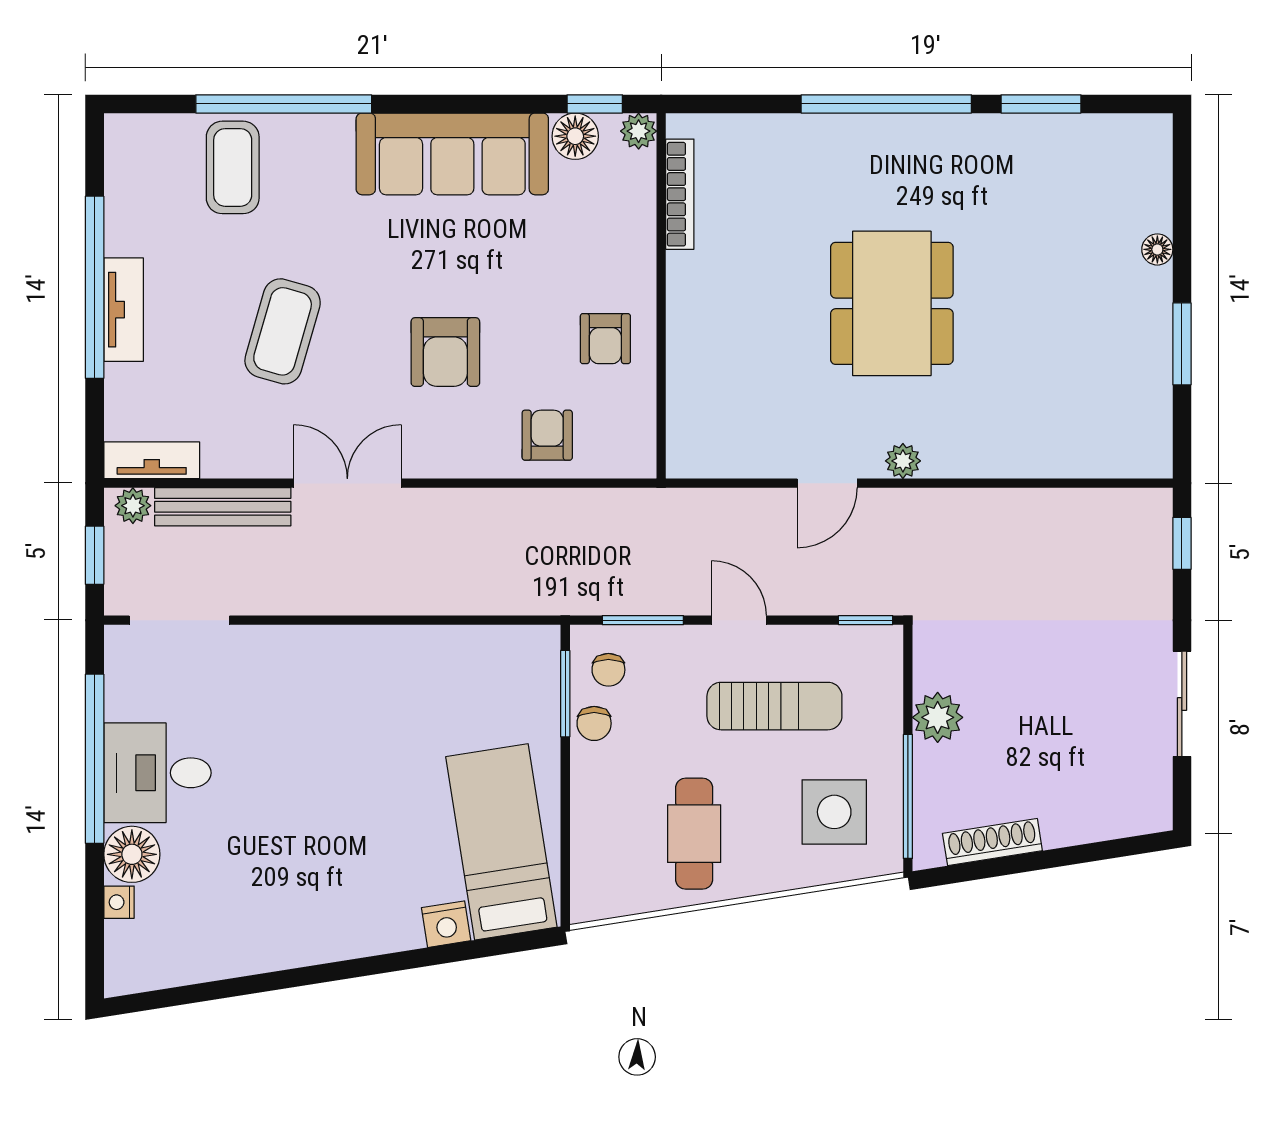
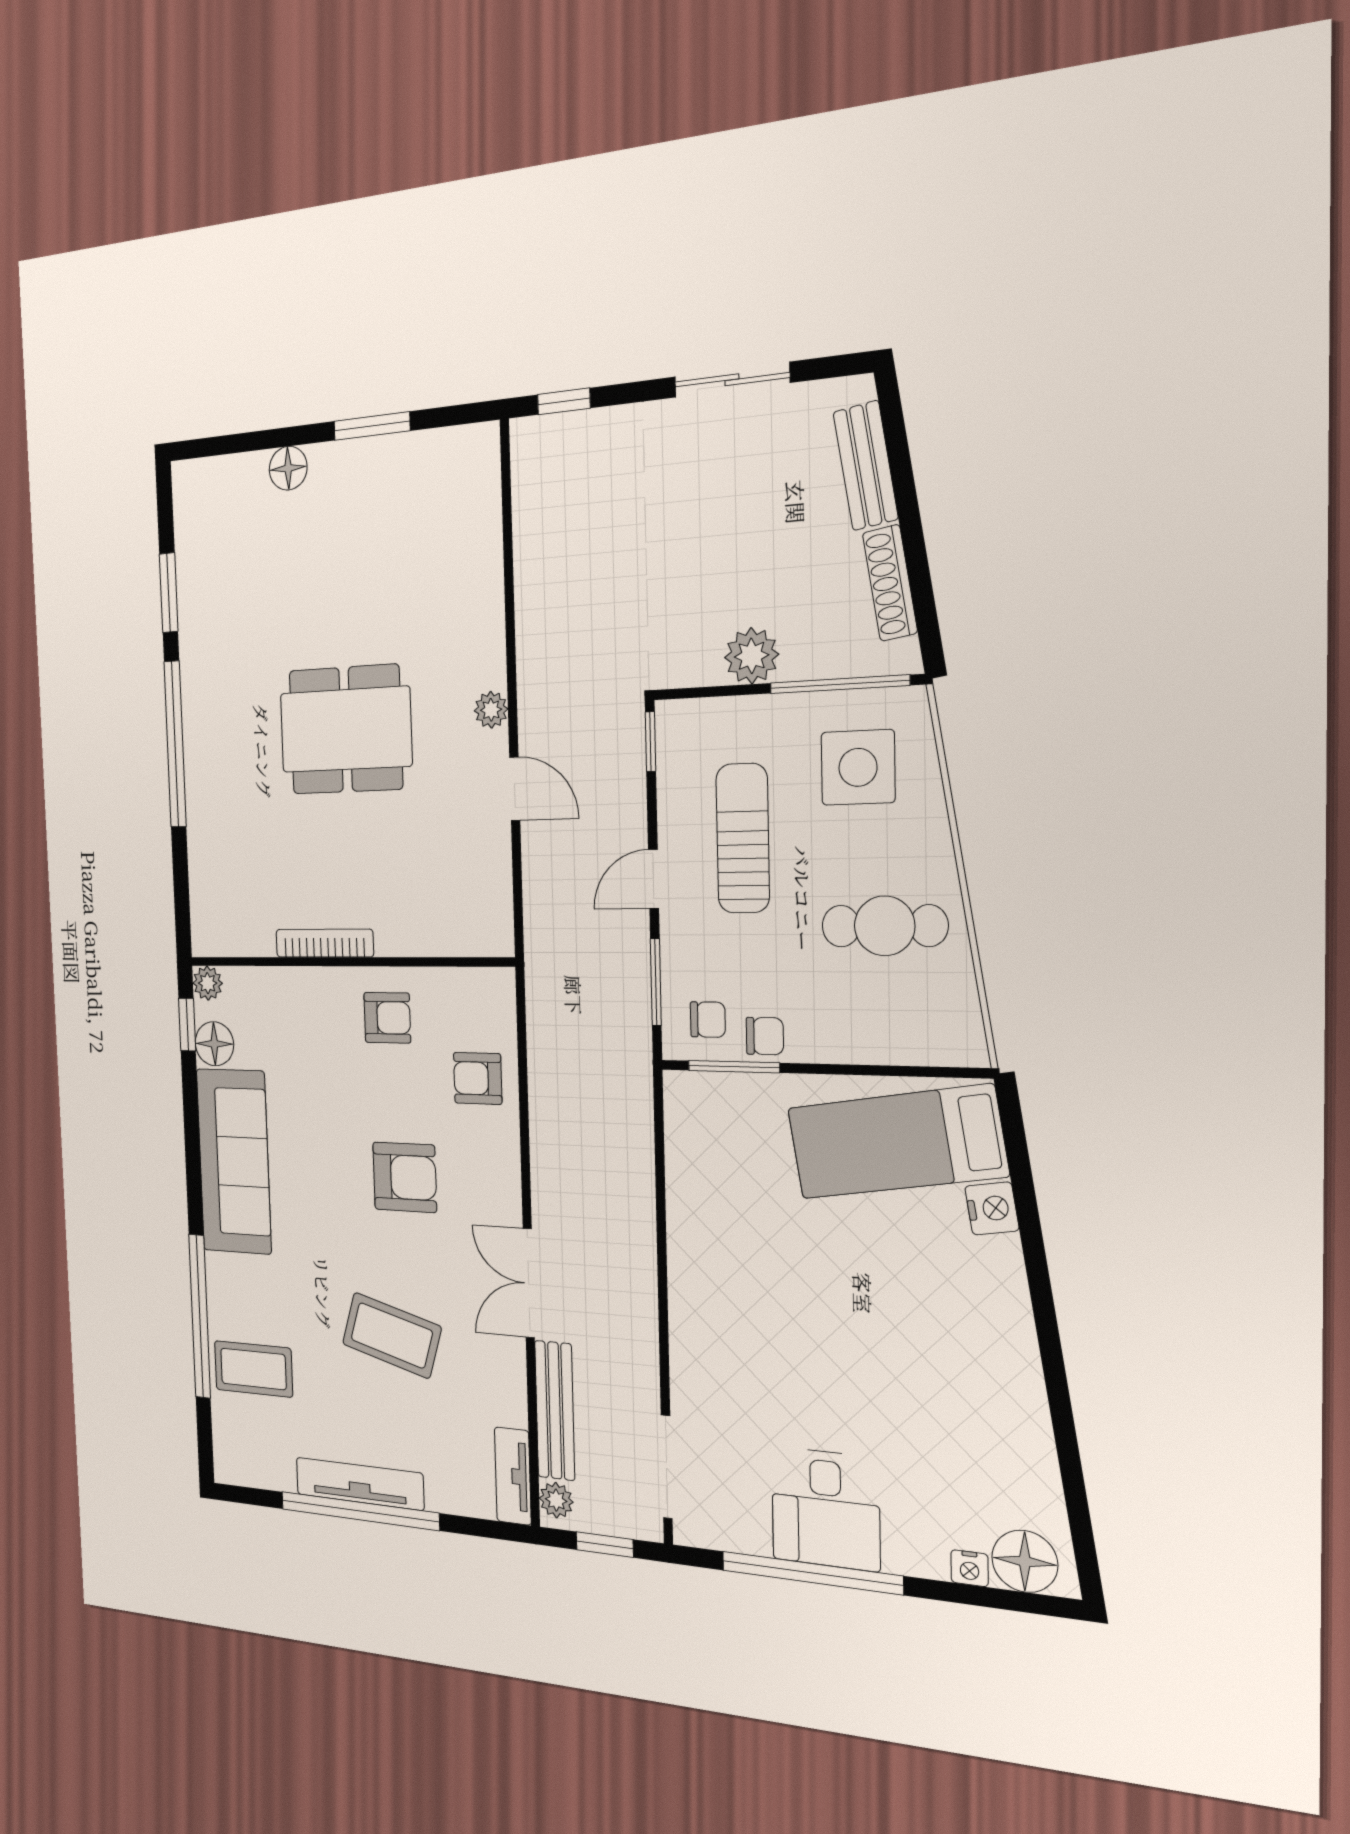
bookcase: (680, 194) -> (324, 943), moved
floor lamp: (1157, 249) -> (288, 468), width x1.37, depth x1.37
tv unit: (124, 310) -> (359, 1484), width x1.41
bench: (1095, 822) -> (866, 466), added
floor lamp: (132, 854) -> (1025, 1561), moved

